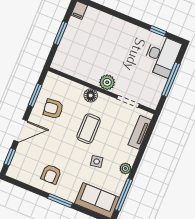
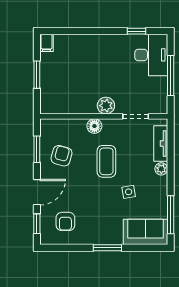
armchair: (53, 109) -> (62, 156), turned 111
plant: (125, 168) -> (161, 169), moved
armchair: (51, 174) -> (65, 221), moved

